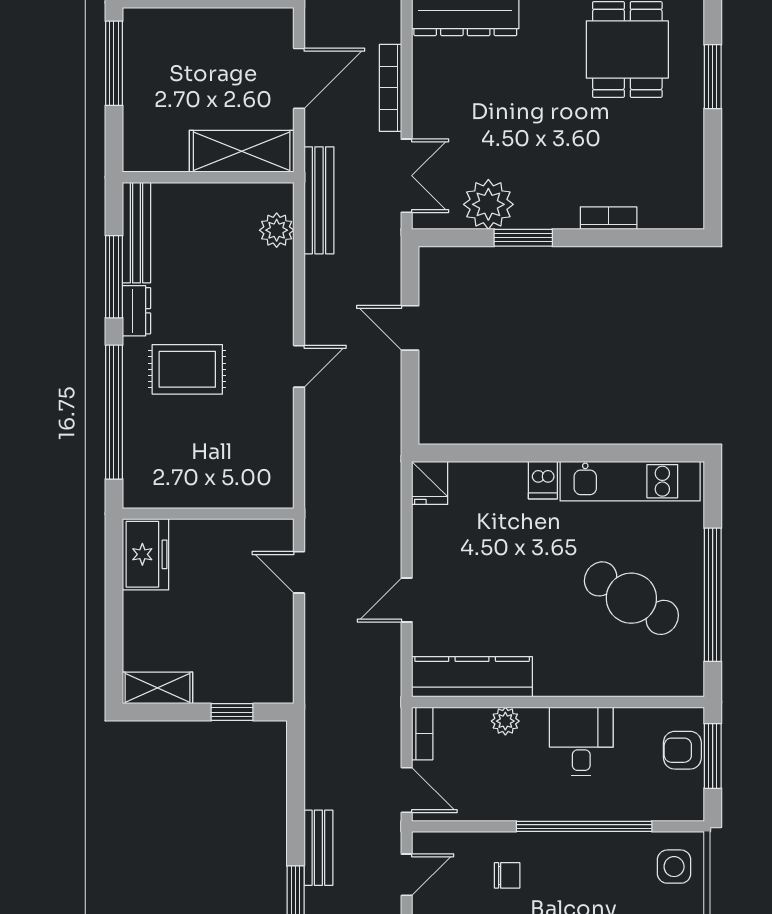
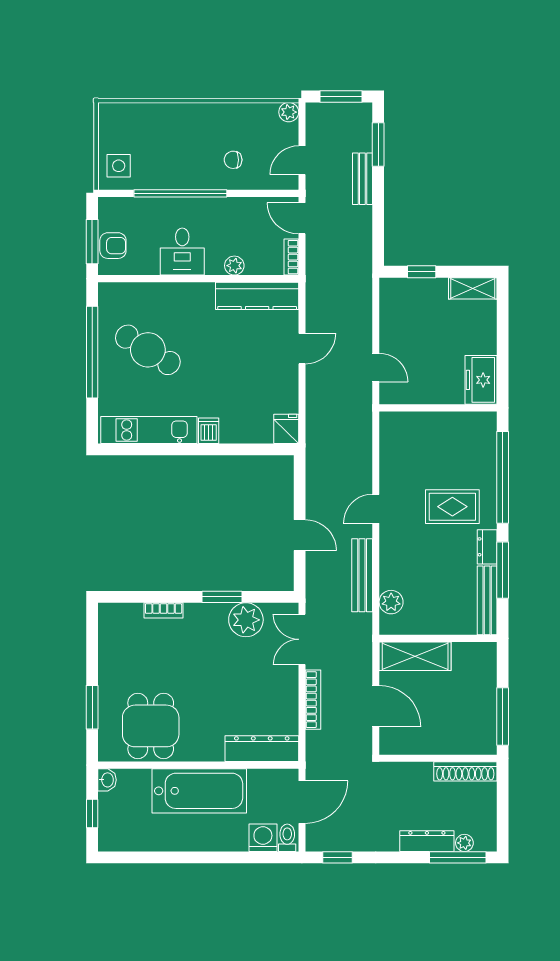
door: (299, 78) -> (376, 706), swing flipped
bench: (319, 200) -> (362, 575), moved

